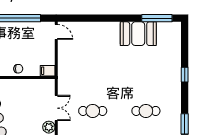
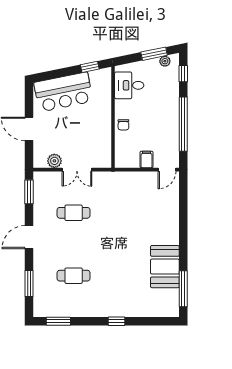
filing cabinet: (48, 71) -> (147, 159), moved
cafe table: (93, 111) -> (74, 213), turned 90
cafe table: (146, 111) -> (74, 276), turned 90

